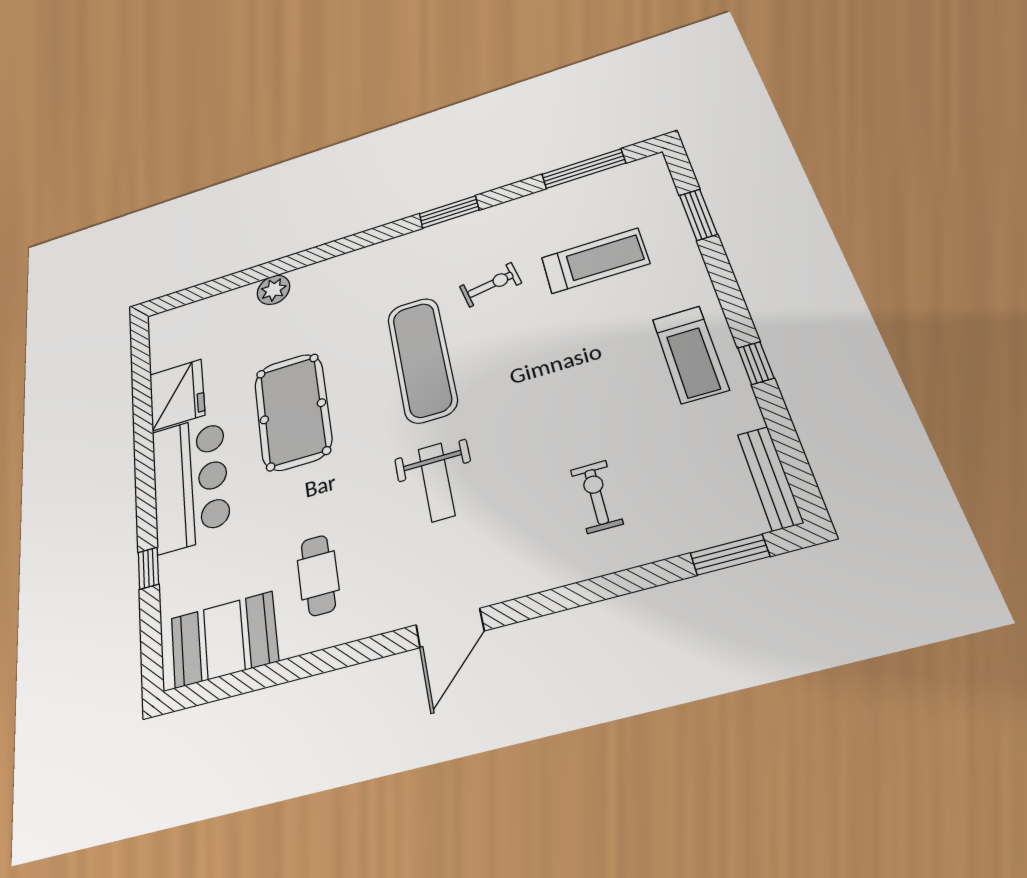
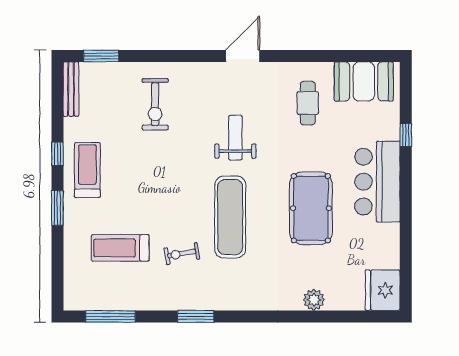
window: (698, 215) -> (57, 208), moved
fridge: (177, 395) -> (383, 290), moved
exercise bike: (597, 497) -> (155, 104), width x1.38, depth x1.39

